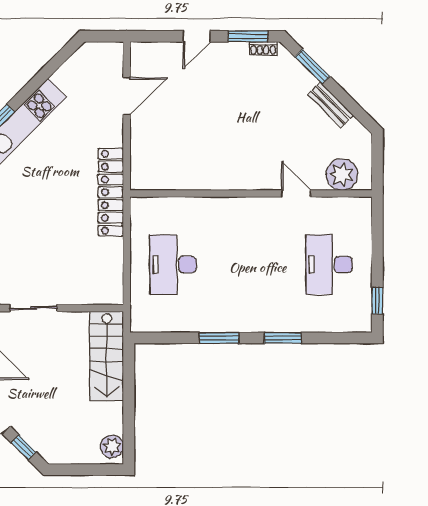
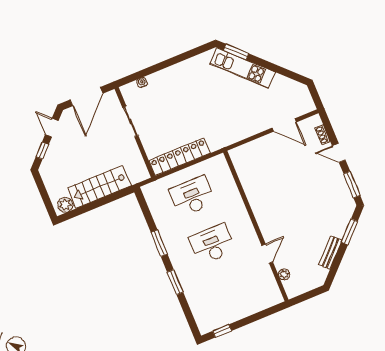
shoe rack: (263, 48) -> (323, 135), moved
plant: (342, 175) -> (284, 274), width x0.53, depth x0.53
locker: (111, 192) -> (179, 157), moved
desk: (329, 265) -> (212, 244), moved
stairs: (107, 356) -> (99, 187), moved

